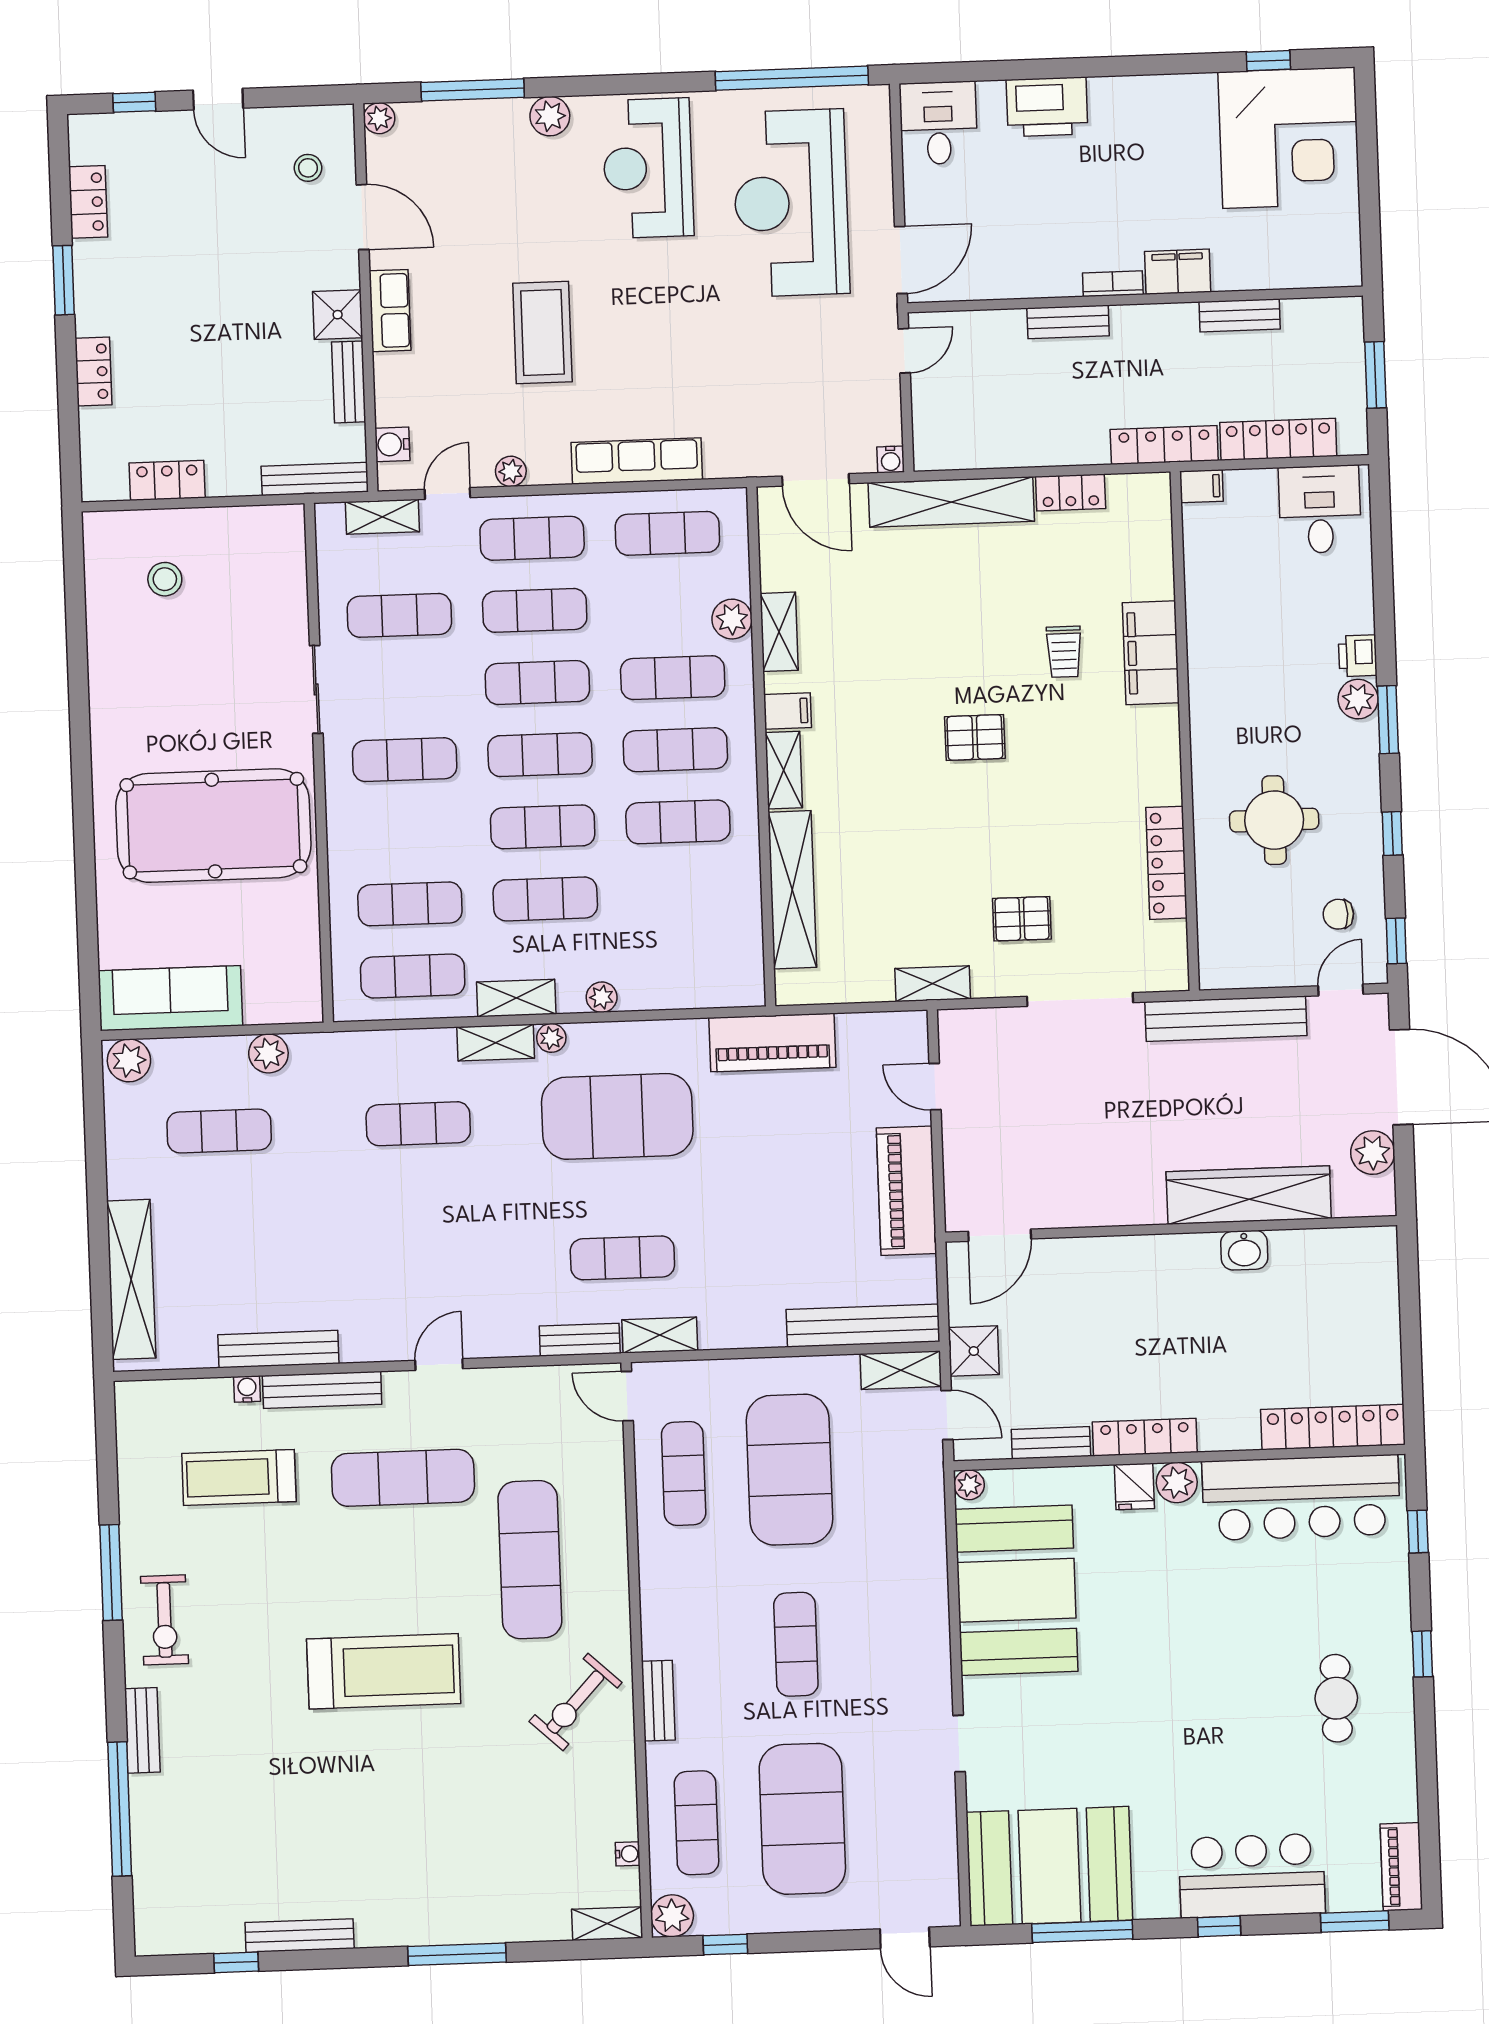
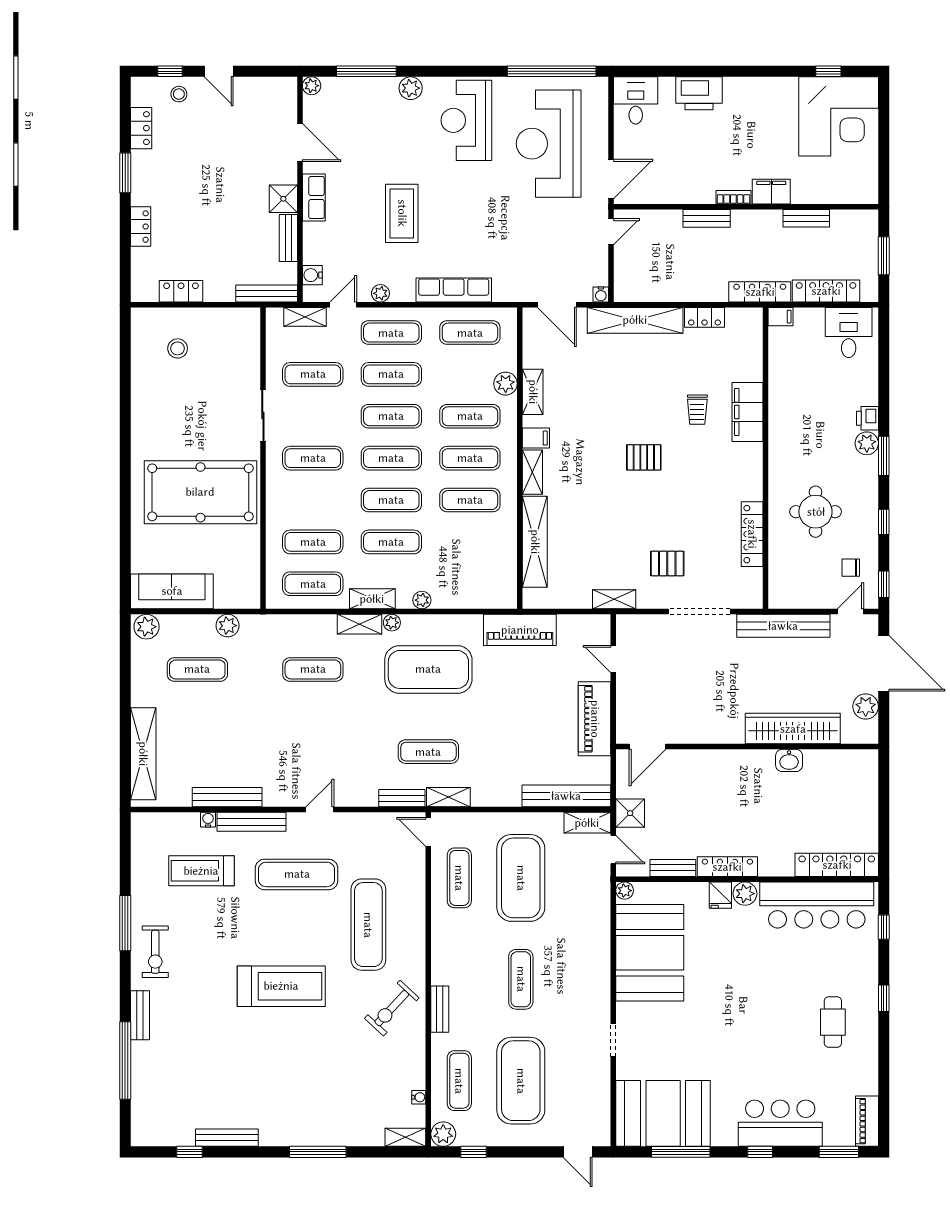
stool: (308, 168) -> (179, 94), moved

